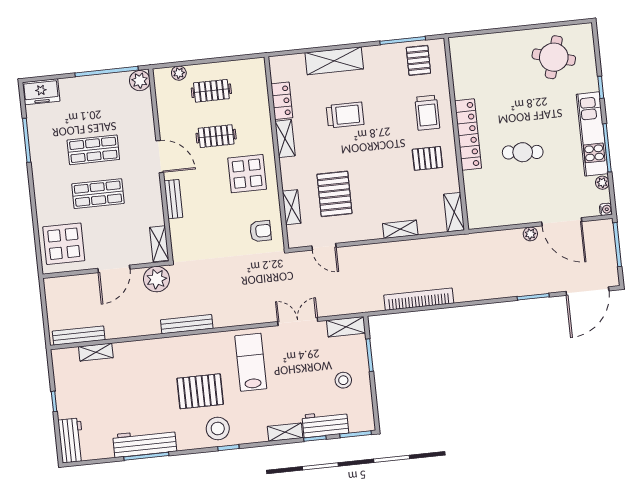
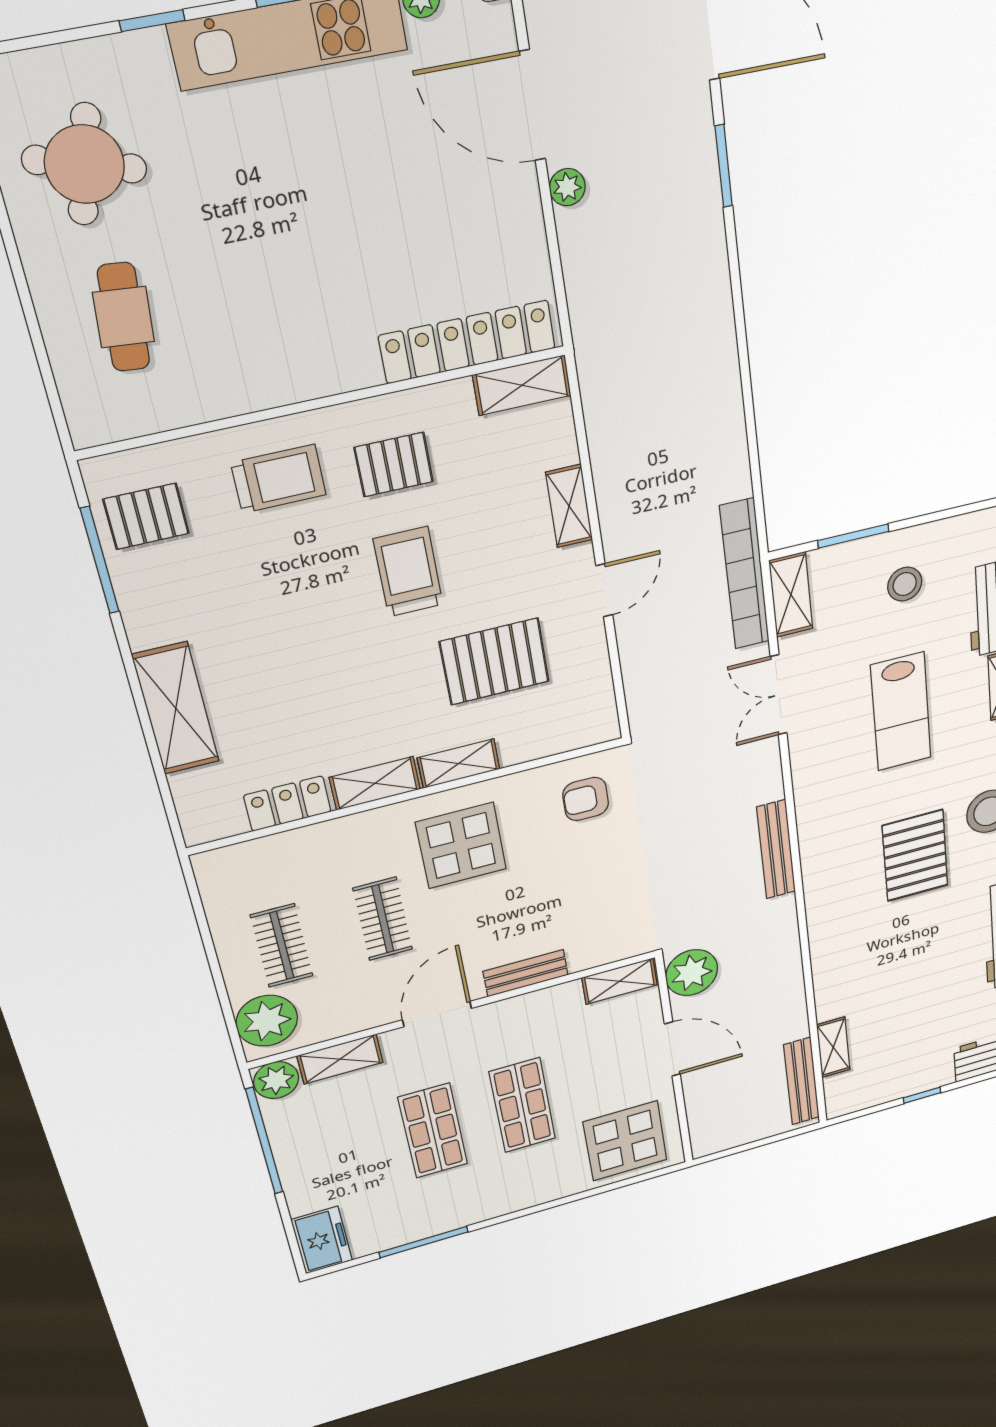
plant: (179, 73) -> (267, 1021), width x1.88, depth x1.88
shelving: (145, 110) -> (340, 1059), added
trolley: (345, 115) -> (408, 572), moved
locker: (468, 134) -> (468, 342), moved
cafe table: (523, 152) -> (124, 317), moved
pallet: (427, 158) -> (394, 465), turned 90
shelving: (292, 207) -> (459, 764), moved
door: (562, 222) -> (532, 105), swing flipped
armchair: (260, 231) -> (586, 799), turned -90
door: (324, 247) -> (604, 590), moved
bookcase: (419, 299) -> (745, 574), moved
bench: (187, 324) -> (776, 849), moved
lab bench: (251, 362) -> (901, 712), moved, turned -90

